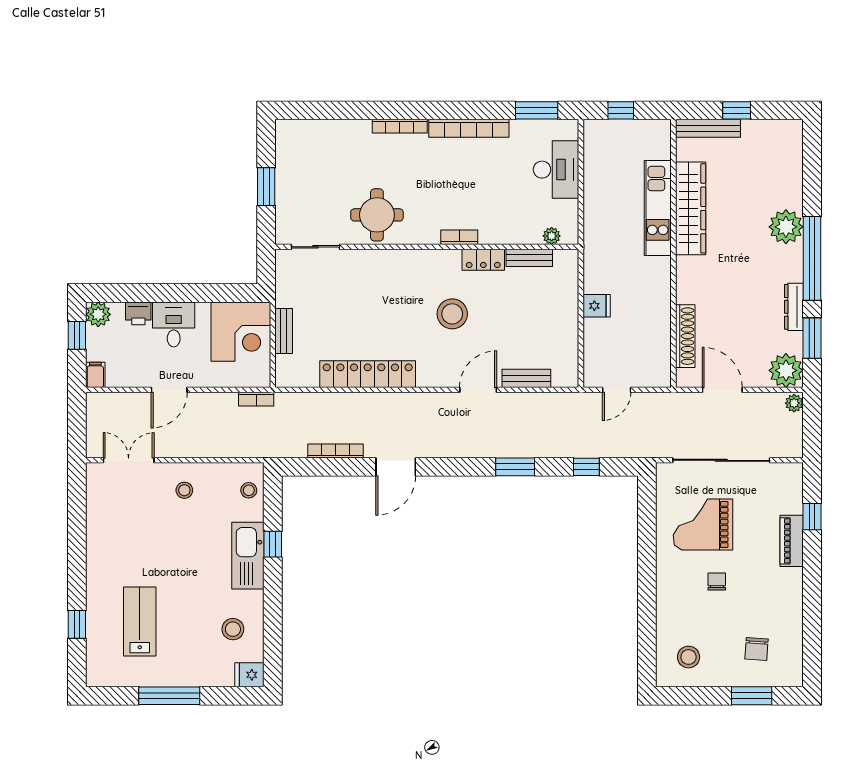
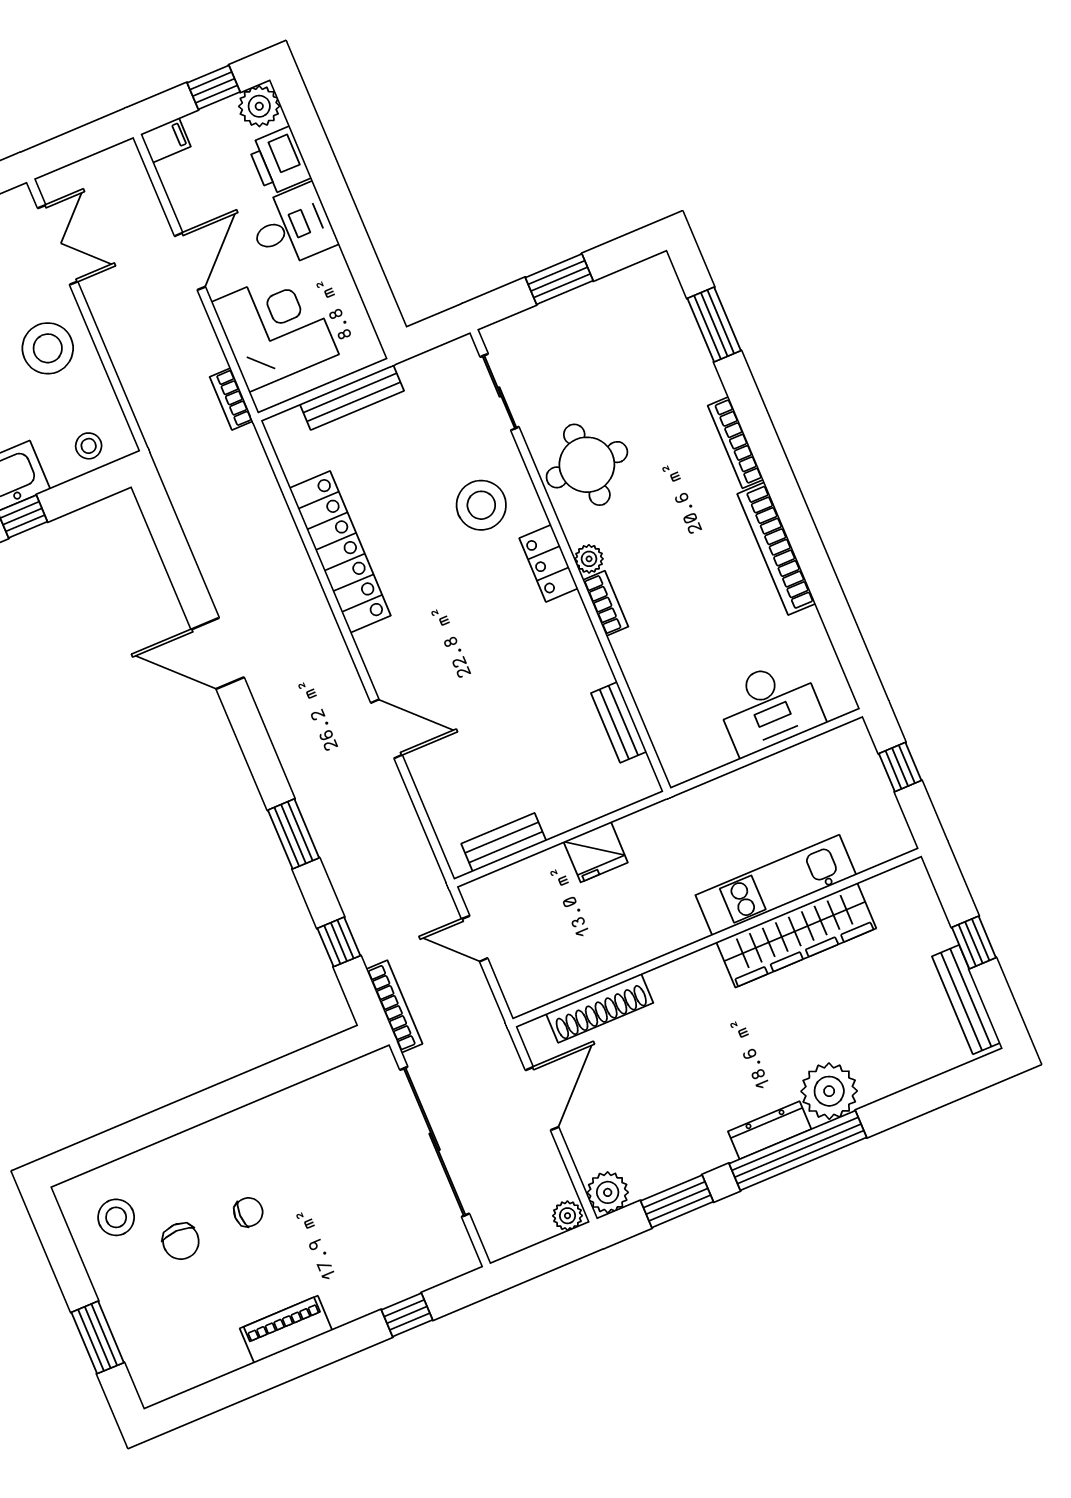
window: (537, 110) -> (714, 325), moved
bench: (708, 128) -> (966, 1000), moved
plant: (552, 236) -> (589, 559), moved
locker: (483, 260) -> (549, 563), moved
fridge: (597, 306) -> (596, 852), width x1.38
dresser: (794, 307) -> (770, 1130), moved
printer: (138, 313) -> (279, 161), width x1.36, depth x1.24
stool: (452, 314) -> (481, 505), moved
bench: (284, 331) -> (352, 397), width x1.36
corner desk: (241, 332) -> (275, 328), moved, turned 180
plant: (786, 370) -> (608, 1192), width x0.73, depth x0.73
bench: (526, 378) -> (504, 842), moved, turned 90
door: (169, 390) -> (190, 261), swing flipped
bookcase: (336, 451) -> (394, 1006), moved
stool: (184, 490) -> (48, 348), width x1.89, depth x1.89
grand piano: (703, 525) -> (326, 1155), removed
piano: (792, 541) -> (286, 1329), moved
chair: (757, 649) -> (181, 1241), moved, turned -94

